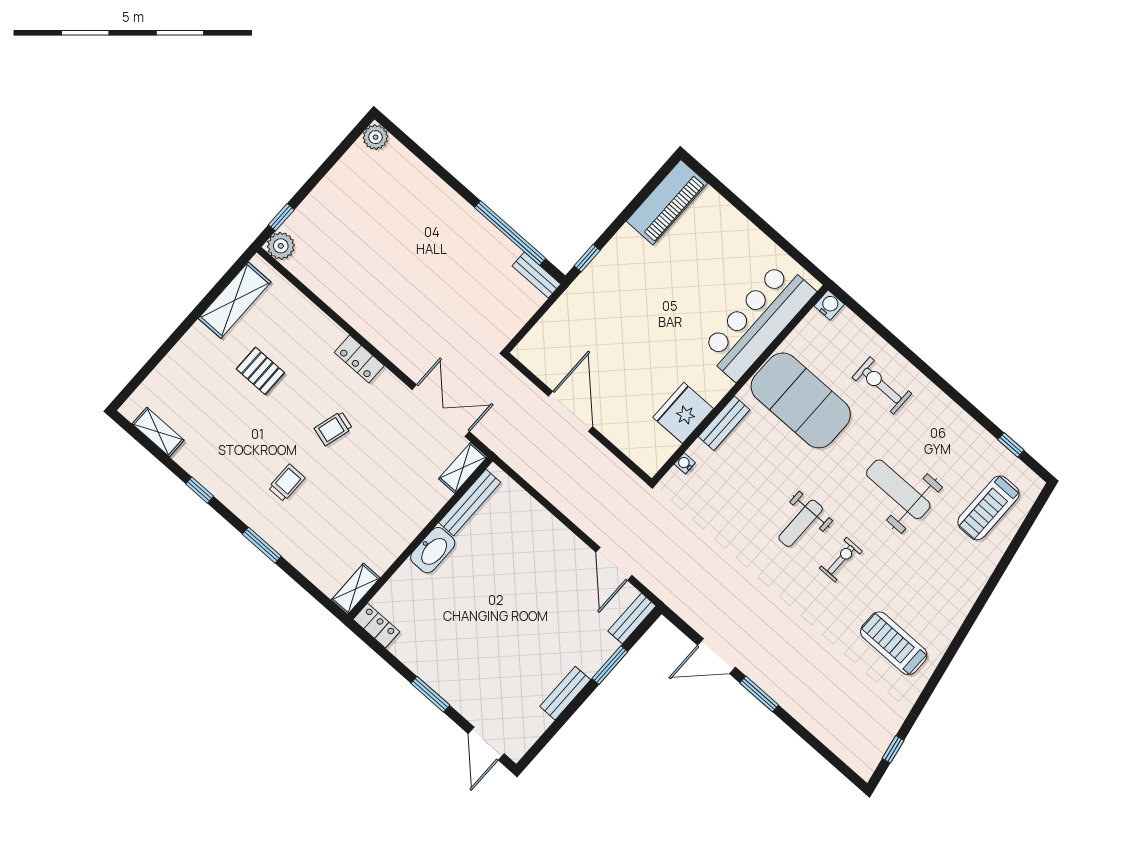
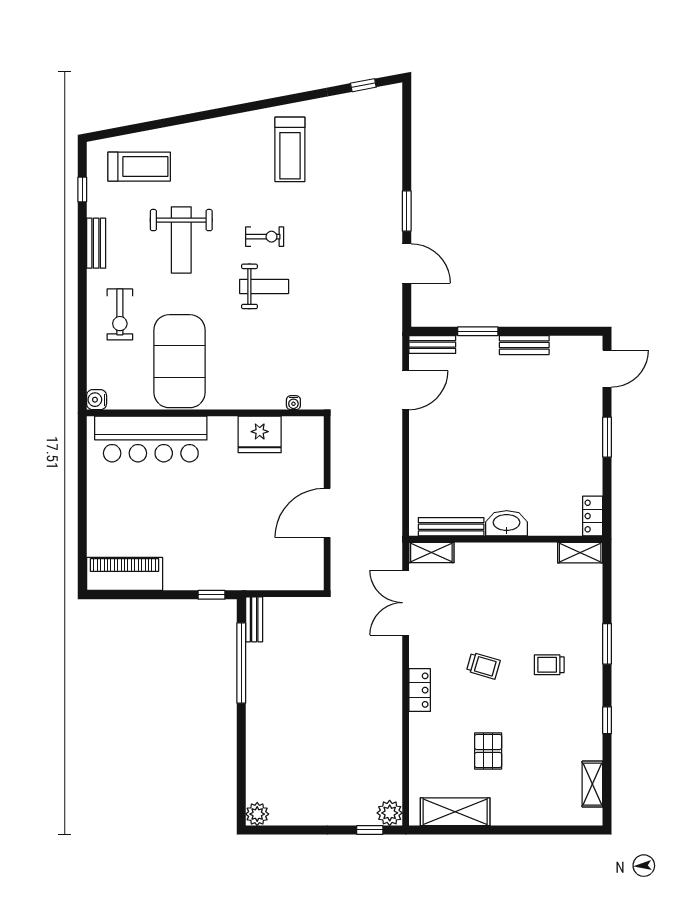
bench: (724, 423) -> (96, 243), moved, turned 90
exercise bike: (841, 560) -> (265, 237), turned 180

